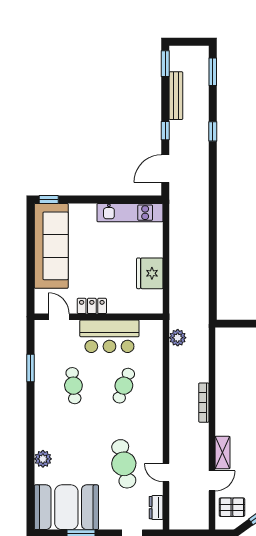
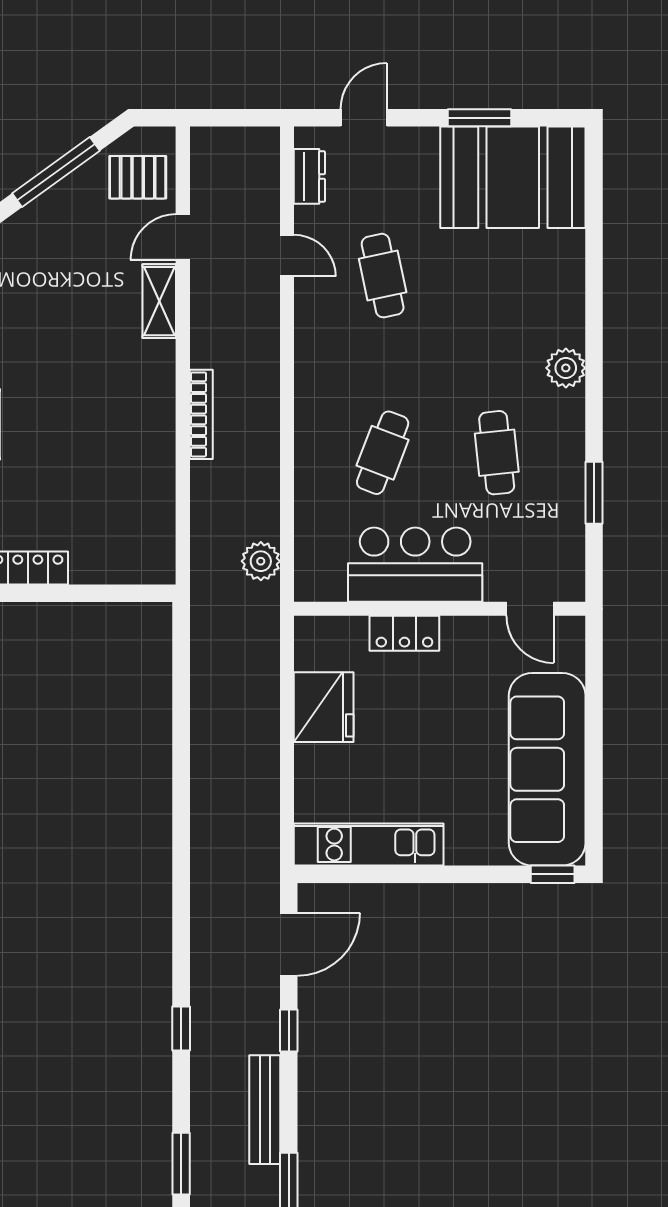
locker: (92, 306) -> (404, 633), moved
plant: (43, 459) -> (566, 368), moved
cafe table: (124, 464) -> (383, 276), width x0.73, depth x0.74

